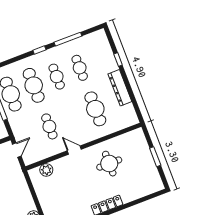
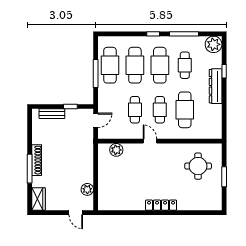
plant: (99, 38) -> (214, 44), added
cafe table: (57, 77) -> (160, 65), width x1.37, depth x1.35
dresser: (120, 88) -> (216, 86), moved
cafe table: (72, 118) -> (160, 110), added
round table: (109, 164) -> (198, 166), moved

